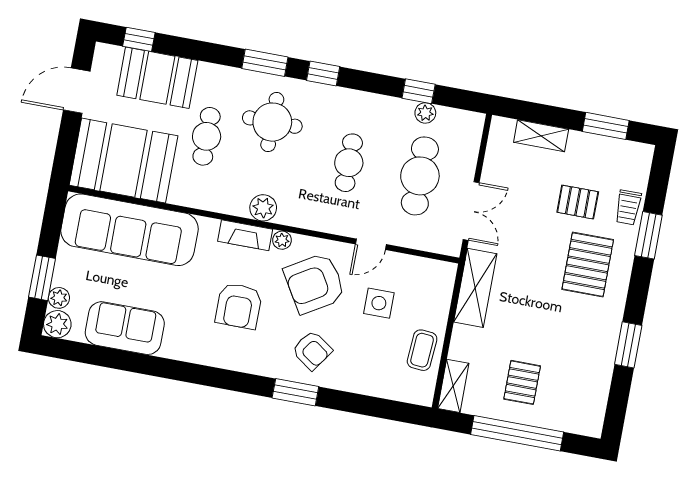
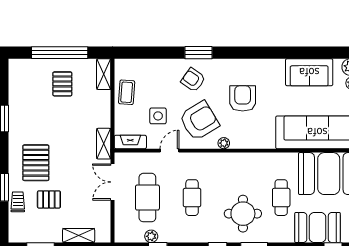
plant: (263, 208) -> (239, 161), removed
fireplace: (245, 235) -> (130, 142), moved
shelving: (475, 288) -> (104, 144), width x0.67, depth x0.75

